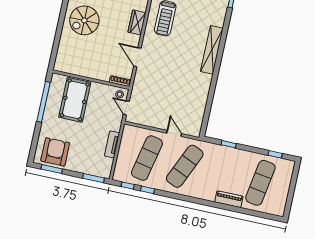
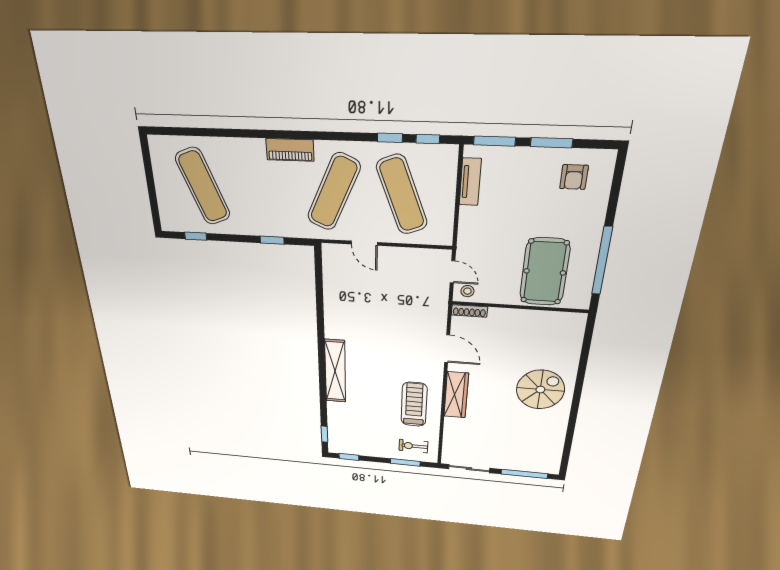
wardrobe: (137, 22) -> (456, 395), width x1.50
tv unit: (112, 144) -> (470, 182), moved
armchair: (55, 152) -> (574, 177), width x0.53, depth x0.53
exercise mat: (147, 158) -> (402, 195), turned -33
window: (52, 169) -> (551, 143), moved
exercise mat: (260, 183) -> (203, 186), turned -30
piano: (229, 199) -> (290, 150), moved

